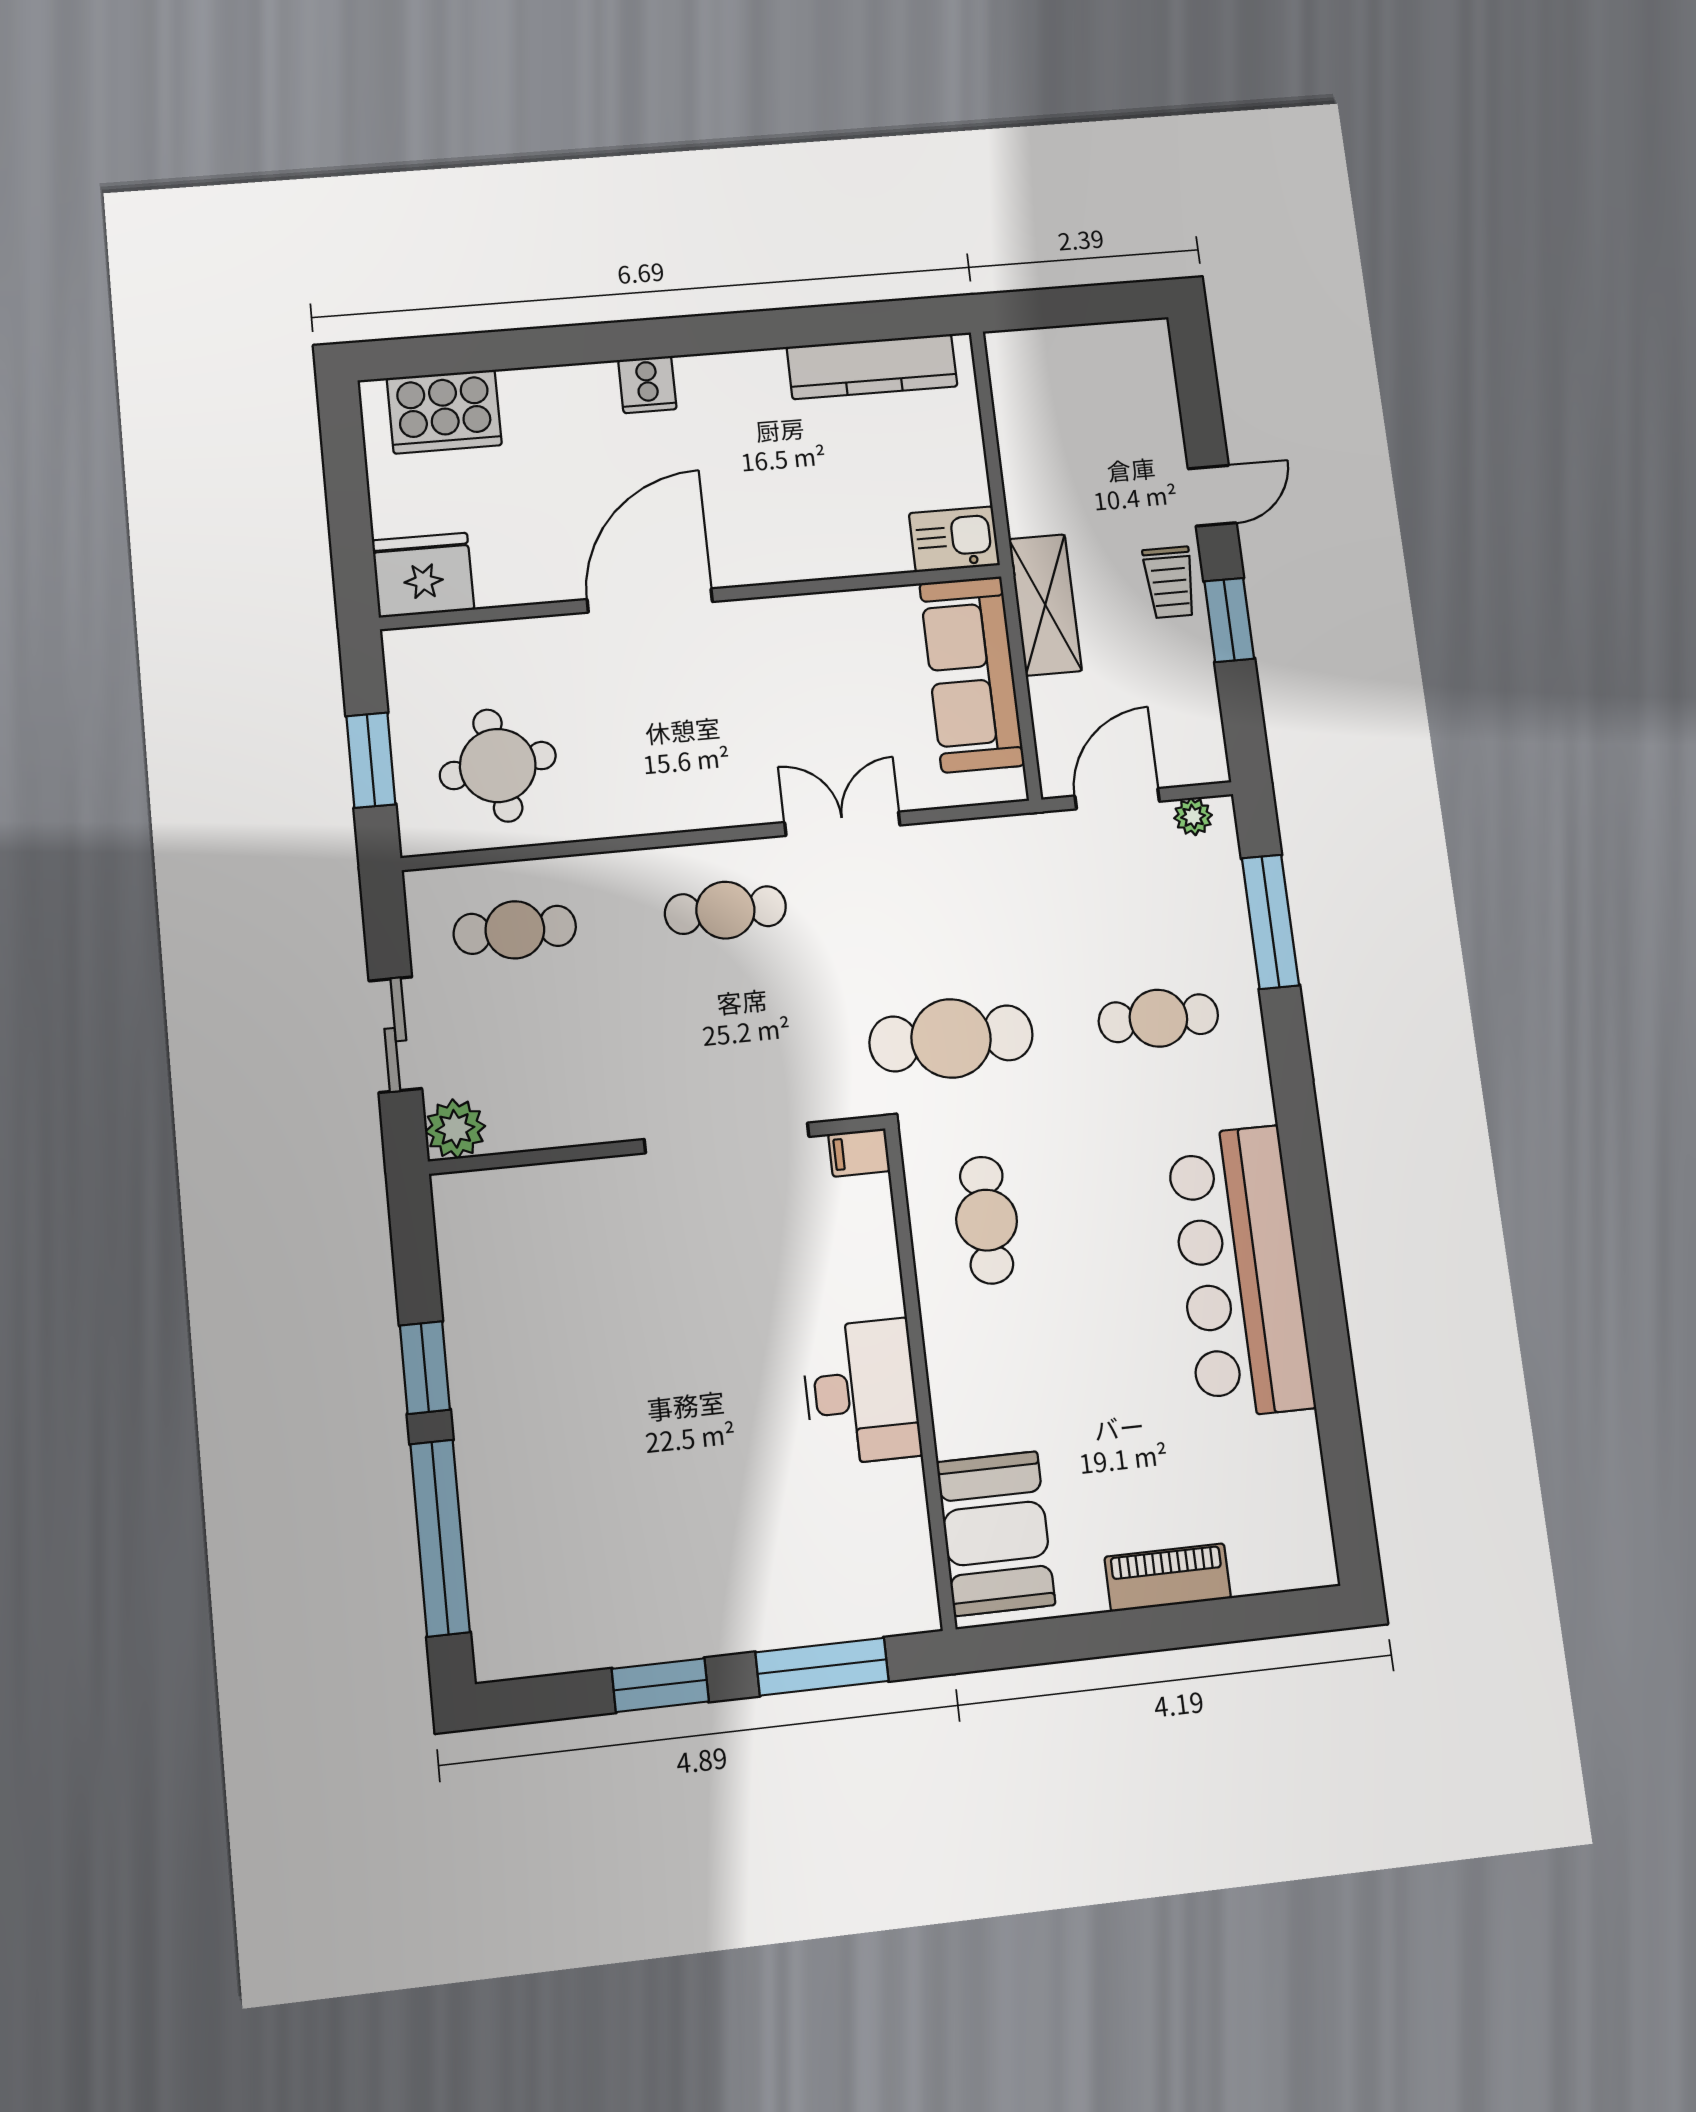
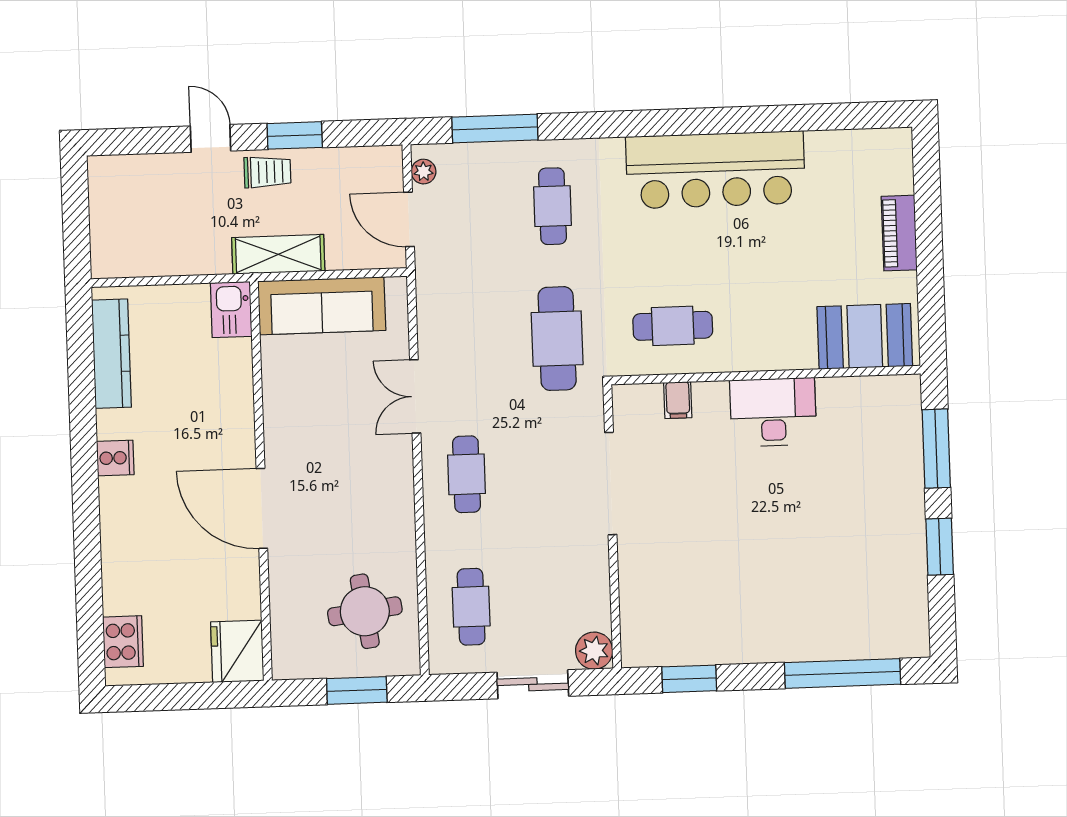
cooker: (647, 385) -> (115, 458), moved
cooker: (444, 412) -> (123, 642), width x0.73, depth x0.76
filing cabinet: (859, 1153) -> (678, 400), moved
window: (425, 1368) -> (689, 679), moved

